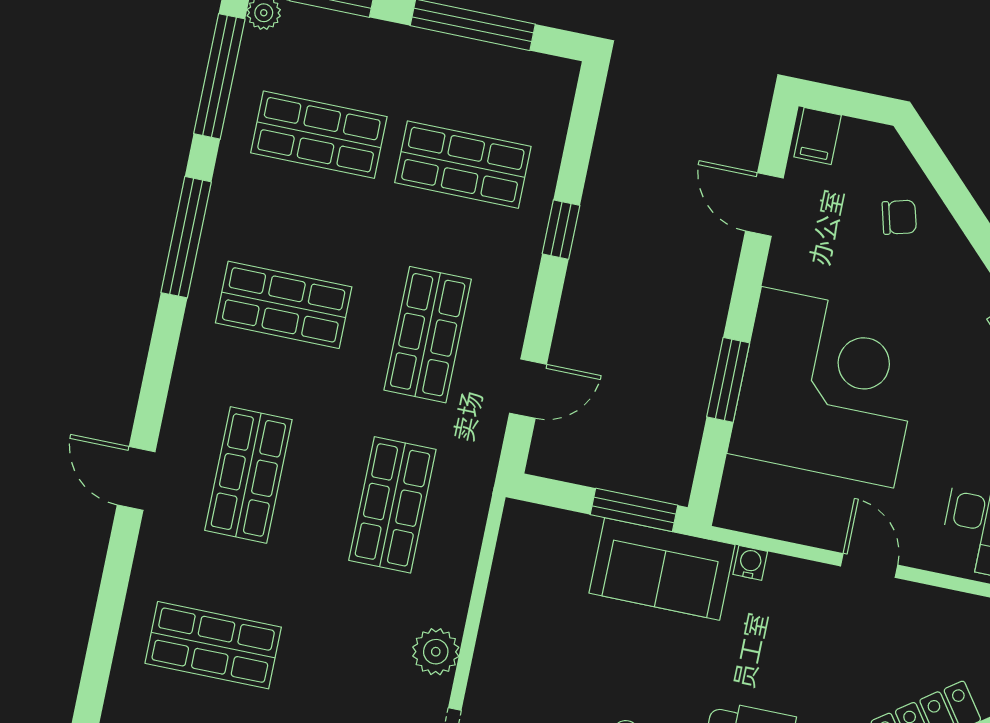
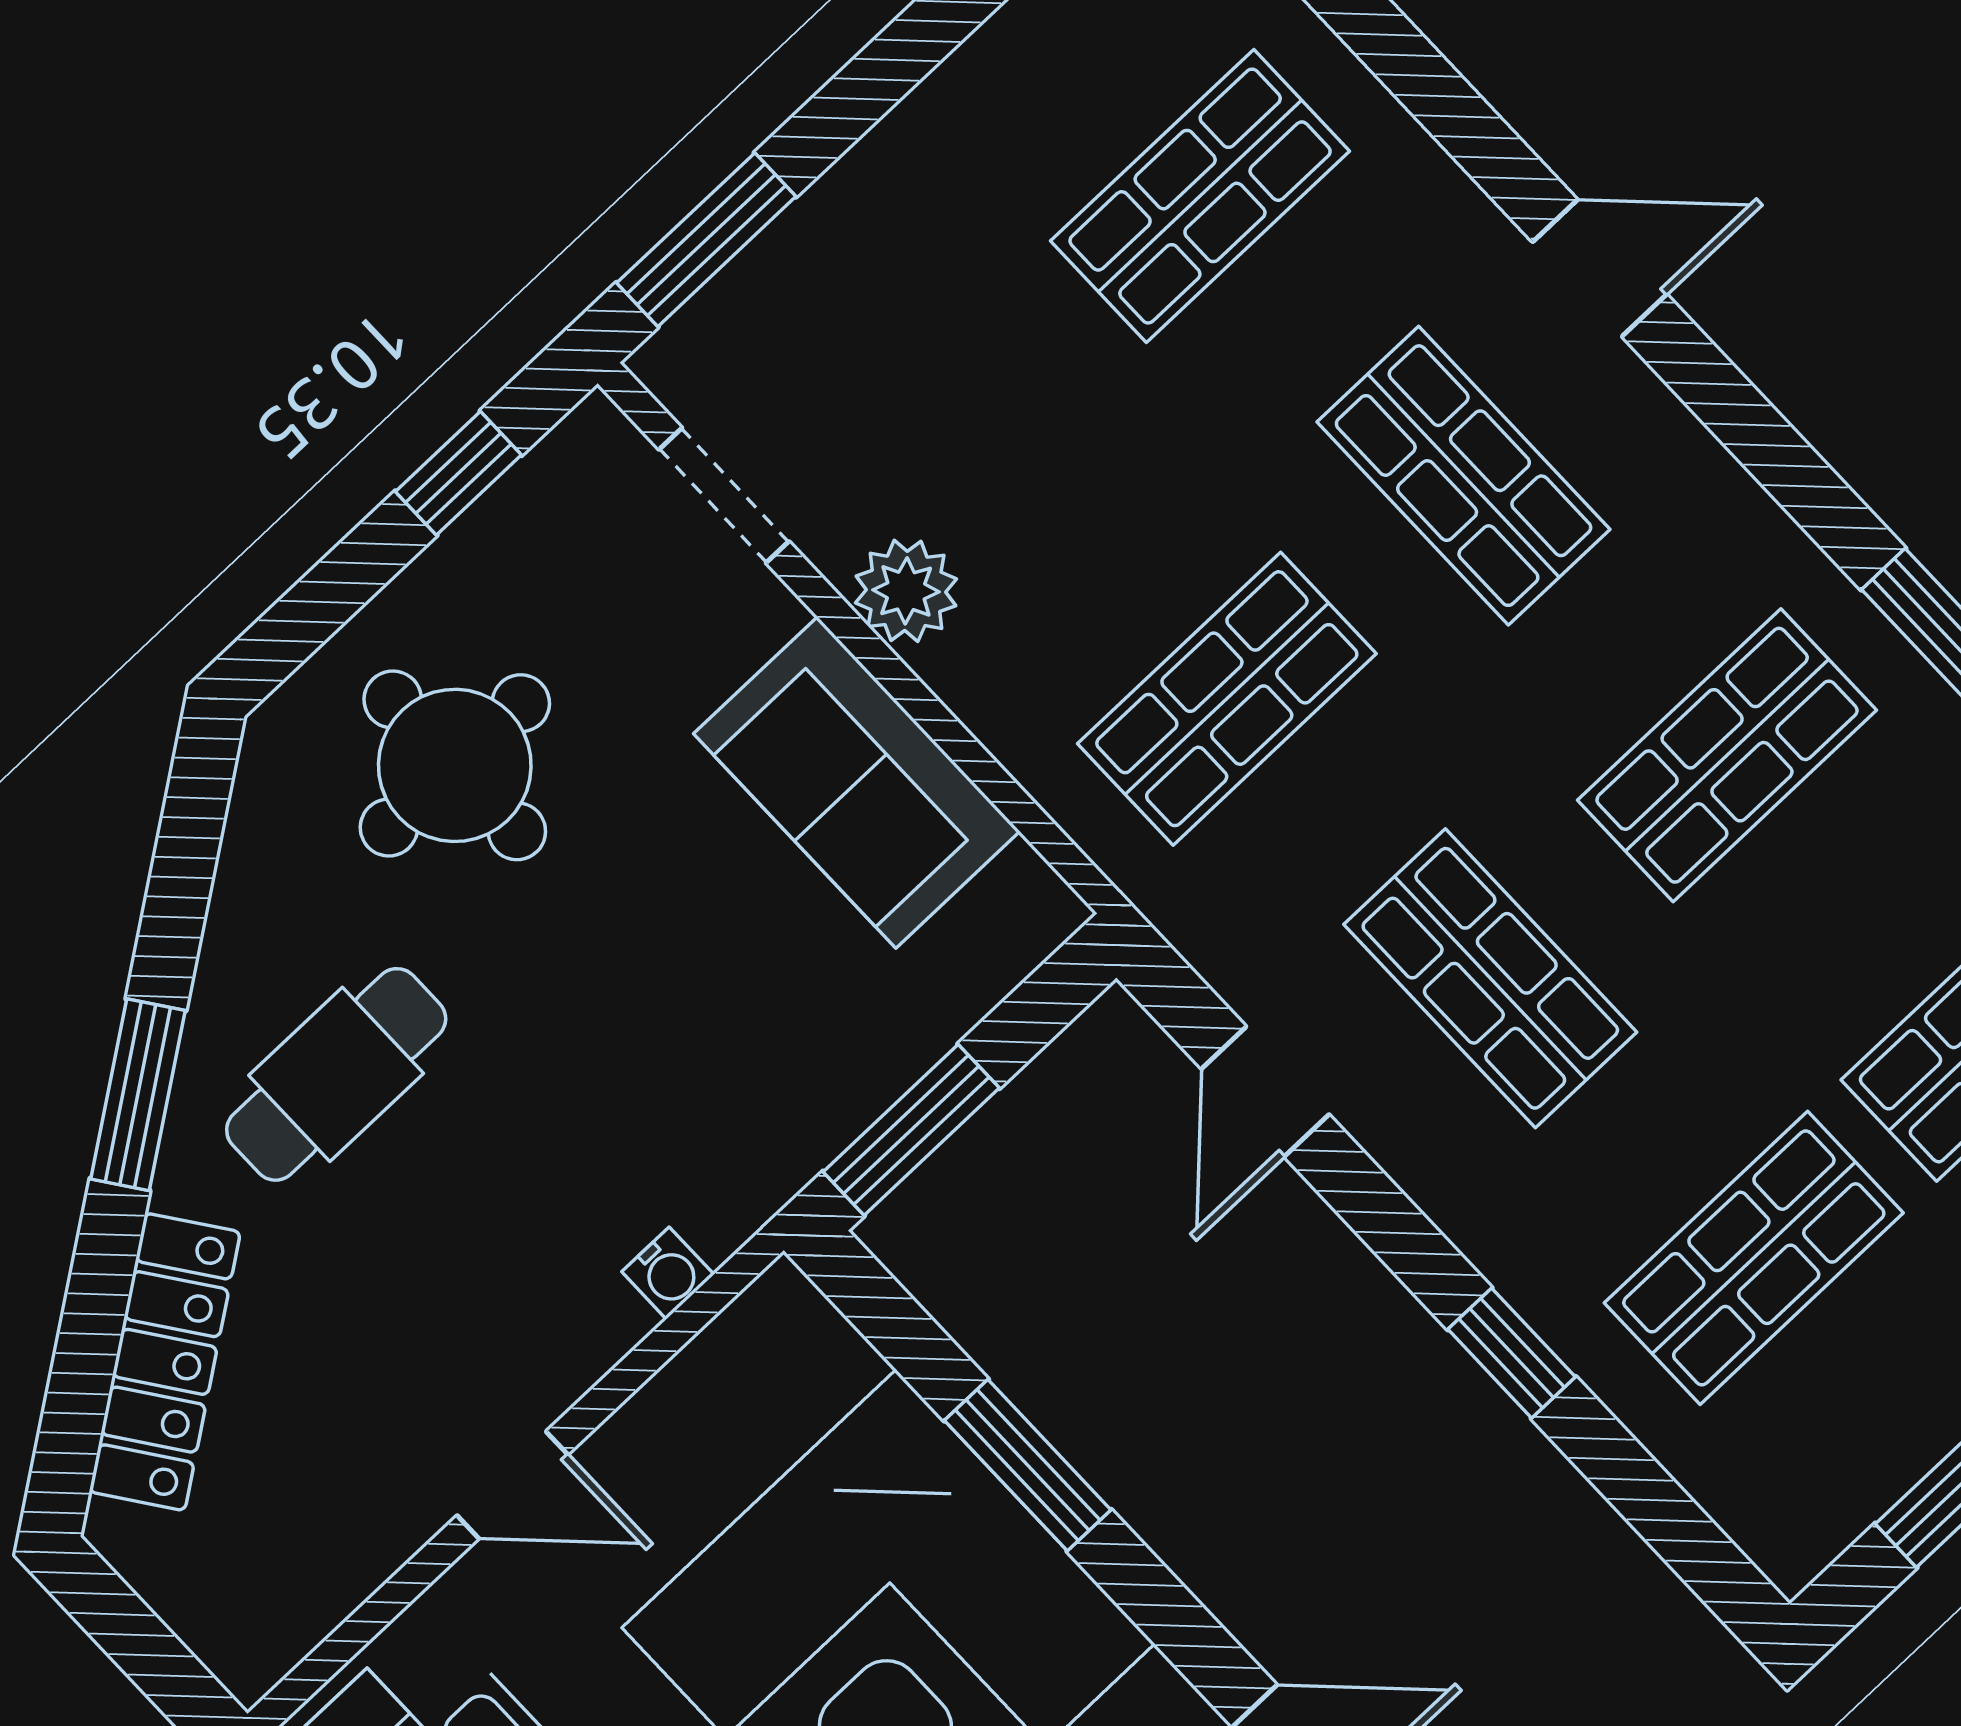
shop shelf: (392, 505) -> (1227, 699), turned 90
sofa: (662, 569) -> (857, 782), moved, turned -90

